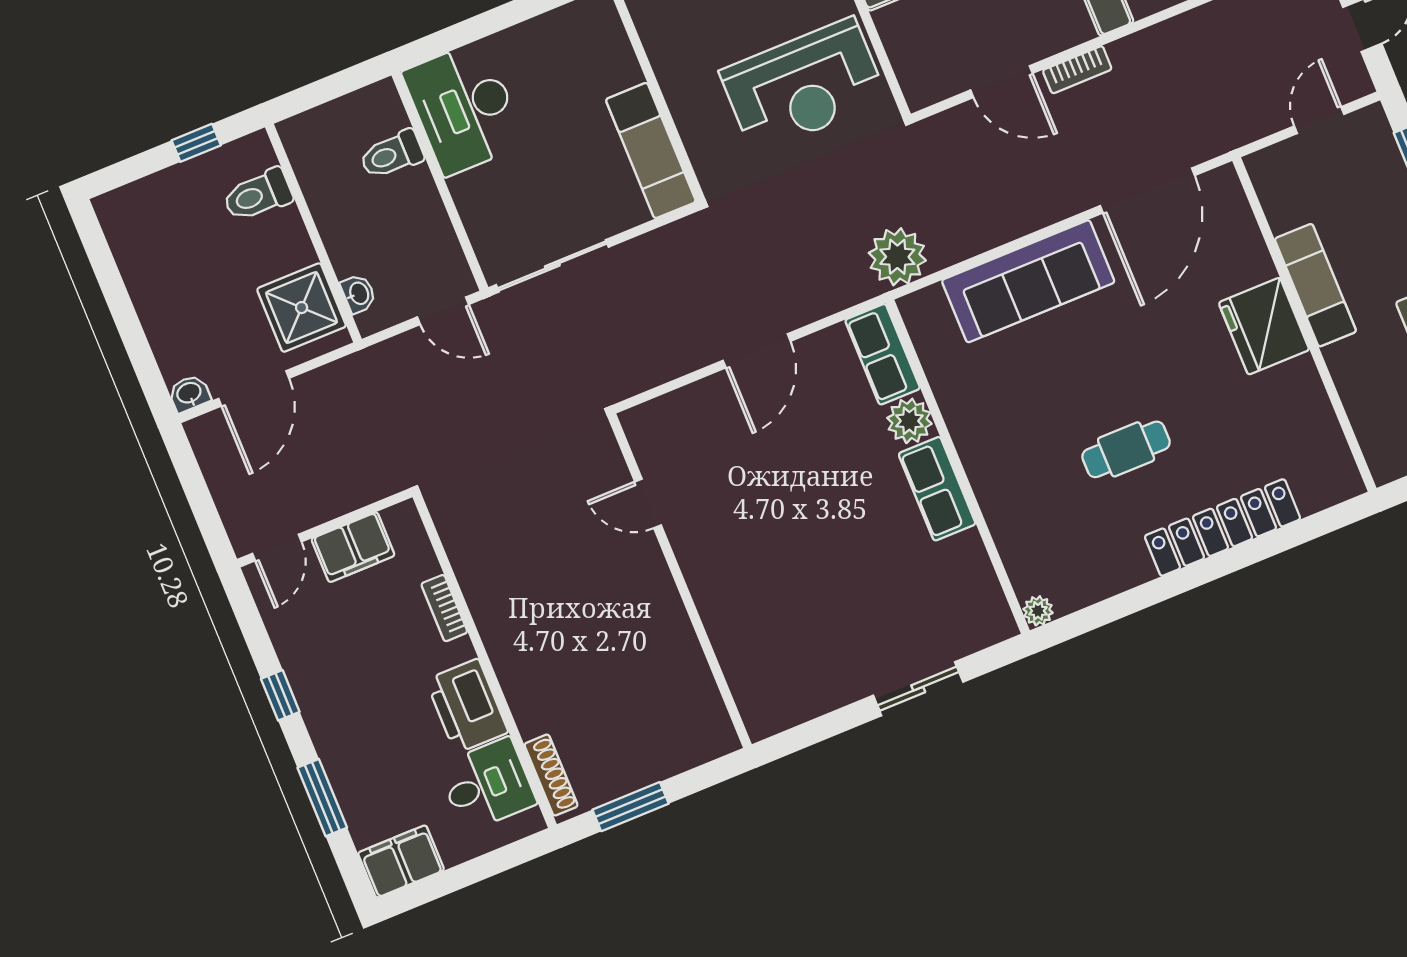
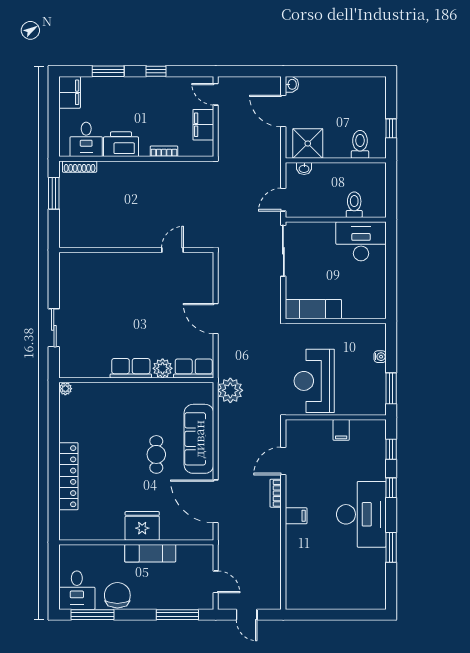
cafe table: (1126, 449) -> (156, 454), moved

